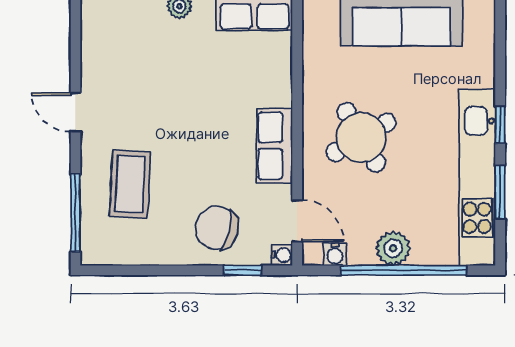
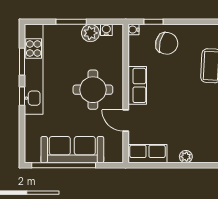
round table: (361, 137) -> (93, 90), turned 30
door: (297, 221) -> (126, 120), moved
plant: (393, 248) -> (90, 33), moved
window: (404, 270) -> (71, 22), width x0.47

